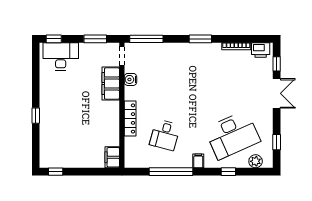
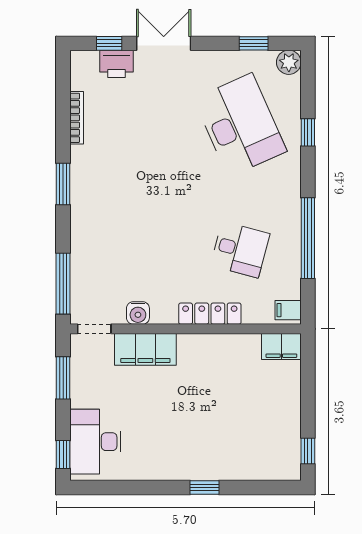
printer: (261, 50) -> (116, 64), moved, turned 90
filing cabinet: (198, 161) -> (288, 310), moved
plant: (256, 161) -> (289, 62), moved

